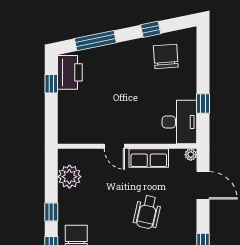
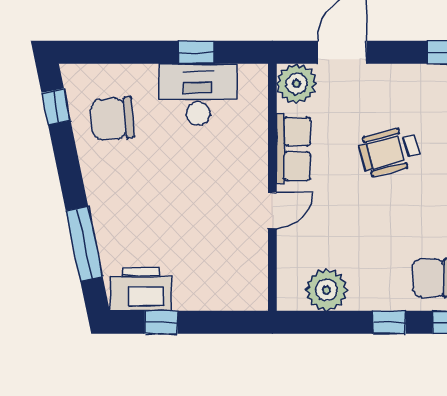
window: (151, 29) -> (56, 107), moved
desk: (179, 122) -> (198, 94), moved
plant: (191, 155) -> (296, 84), width x1.87, depth x1.87
wheelchair: (147, 212) -> (390, 151), turned 153

